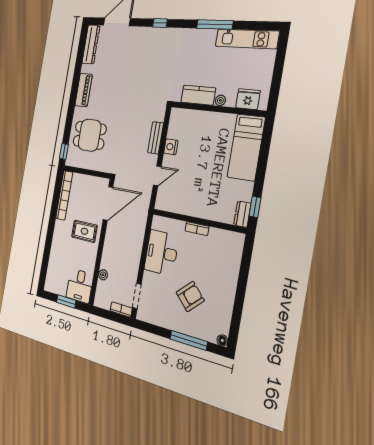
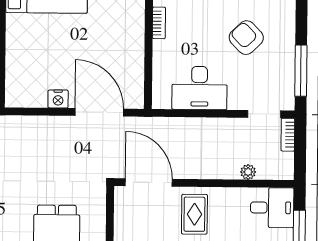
bench: (156, 138) -> (49, 124), removed
door: (157, 176) -> (99, 112), width x1.88
bookcase: (197, 229) -> (159, 23), moved
window: (189, 340) -> (301, 71), moved

